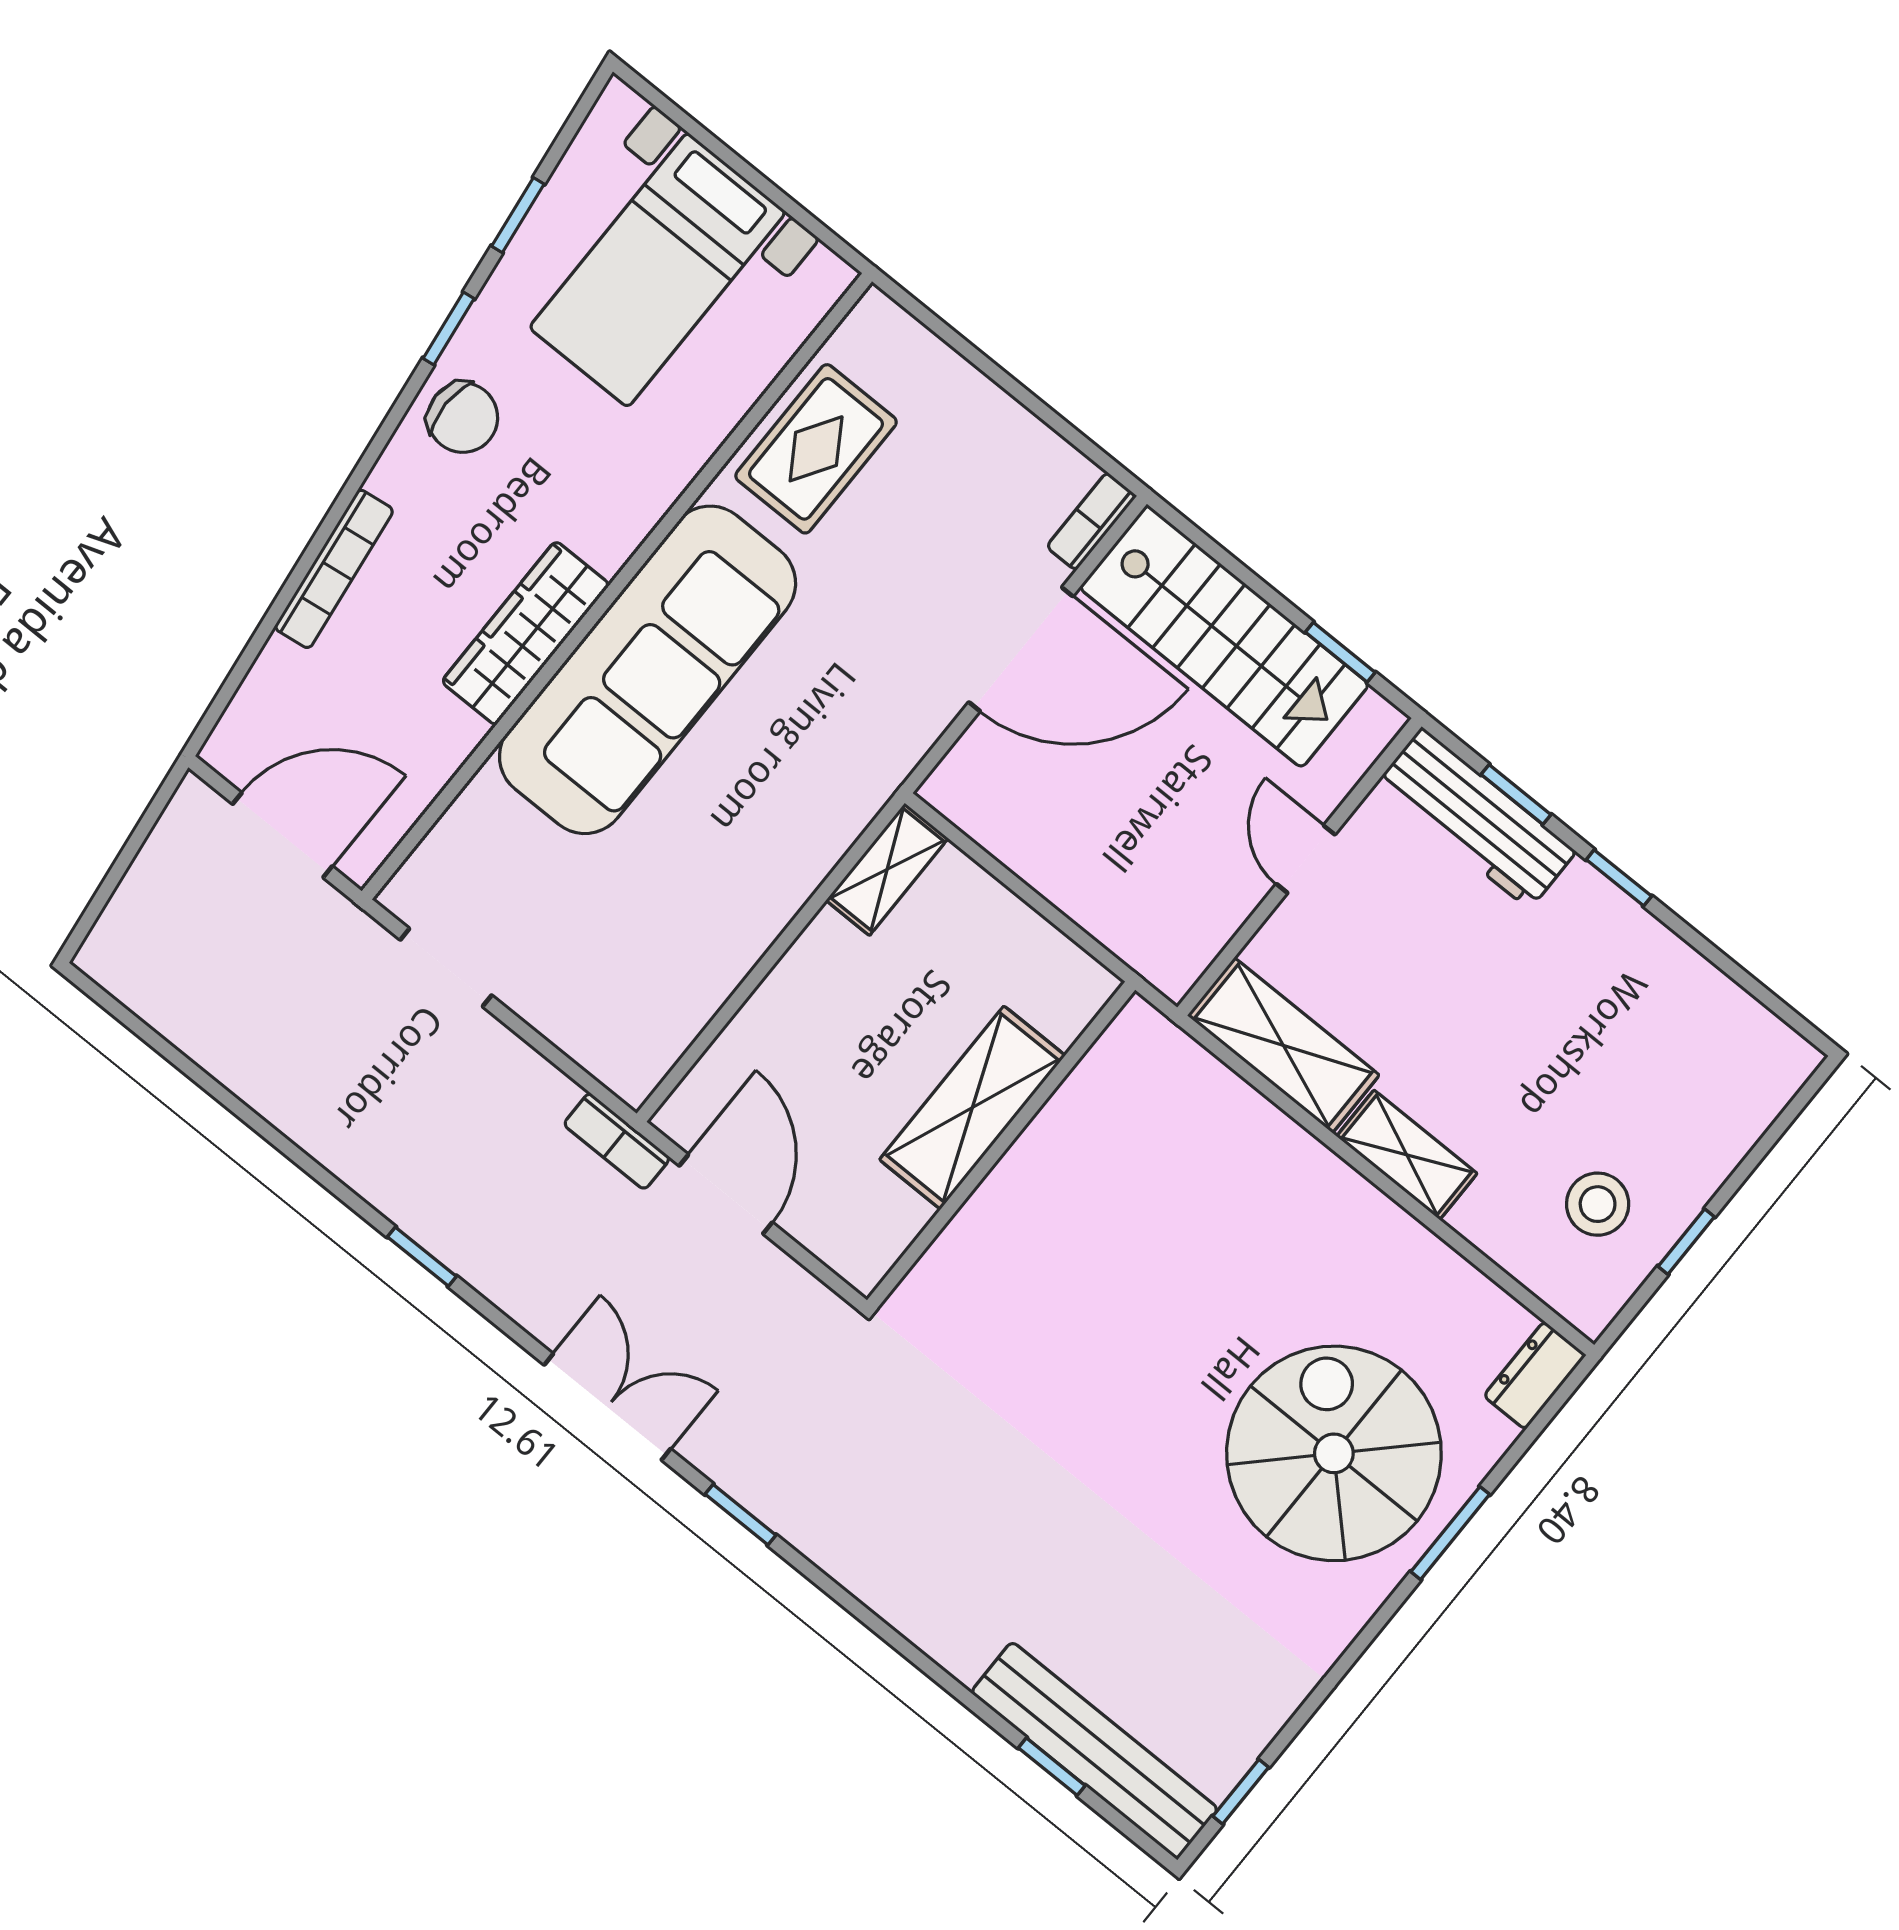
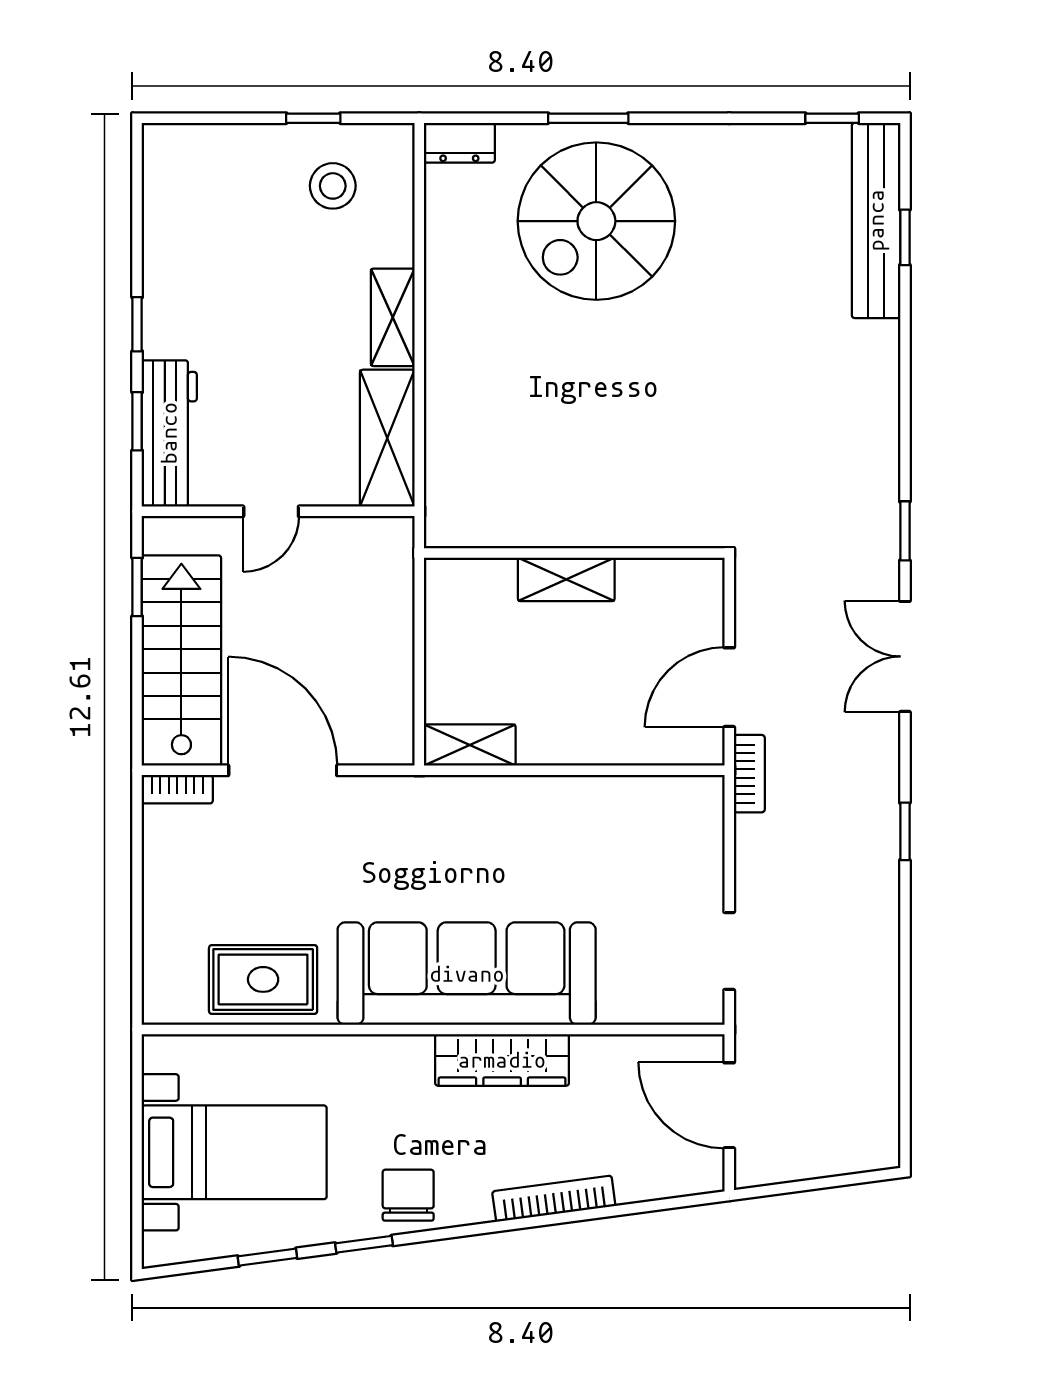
shelving: (972, 1108) -> (566, 579), width x0.67, depth x0.75

